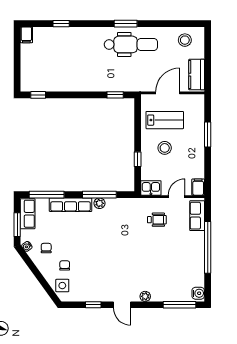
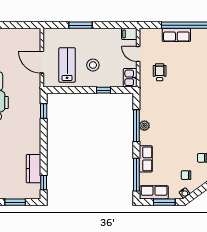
window: (17, 64) -> (15, 202), added
kitchen counter: (197, 75) -> (34, 169), moved, turned 90
row of seats: (71, 205) -> (146, 159), width x0.68
row of seats: (197, 216) -> (176, 35), moved

